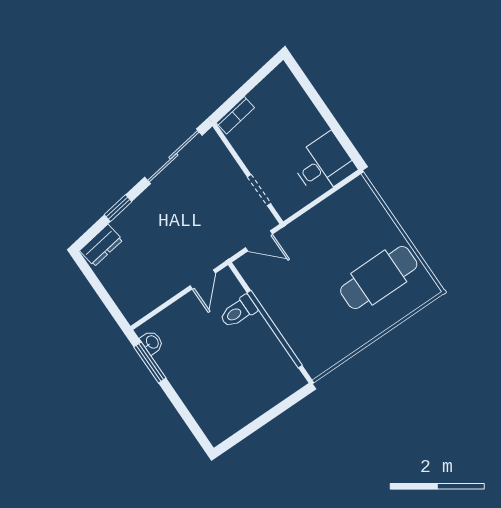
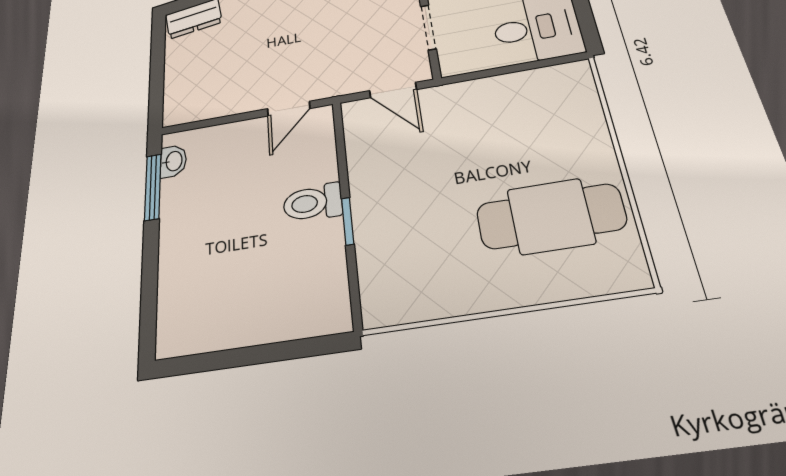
toilet: (238, 312) -> (313, 203), moved
window: (275, 329) -> (348, 221), width x0.32

